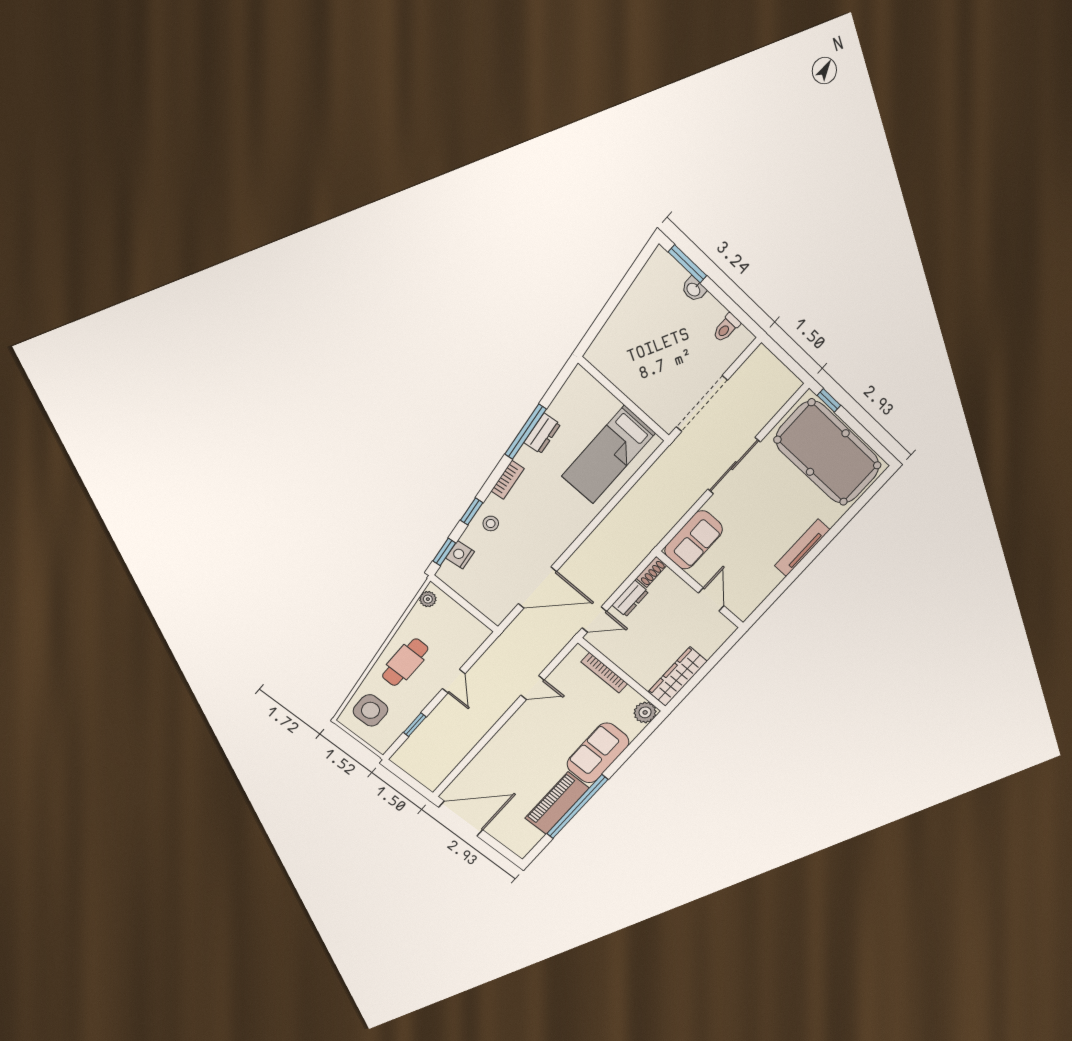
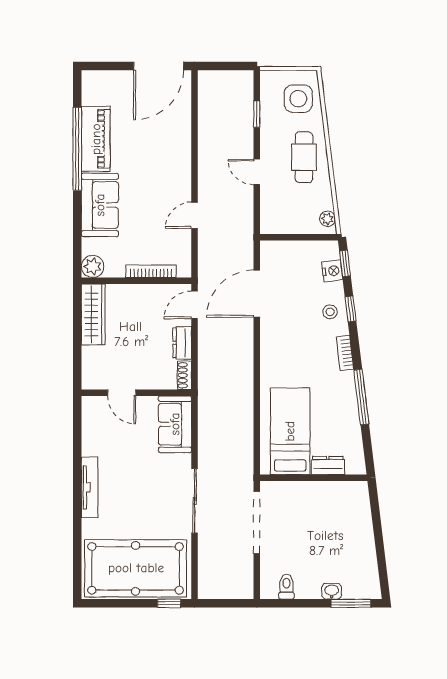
dresser: (542, 433) -> (328, 465), moved, turned 97

